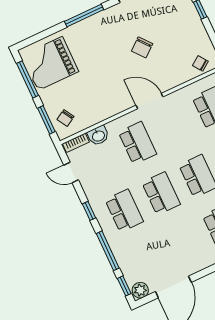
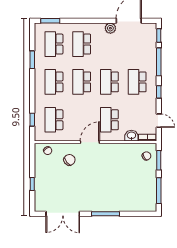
chair: (142, 47) -> (69, 160), moved
grand piano: (50, 63) -> (140, 194), removed
door: (150, 101) -> (90, 142), swing flipped
plant: (140, 290) -> (110, 28), moved

